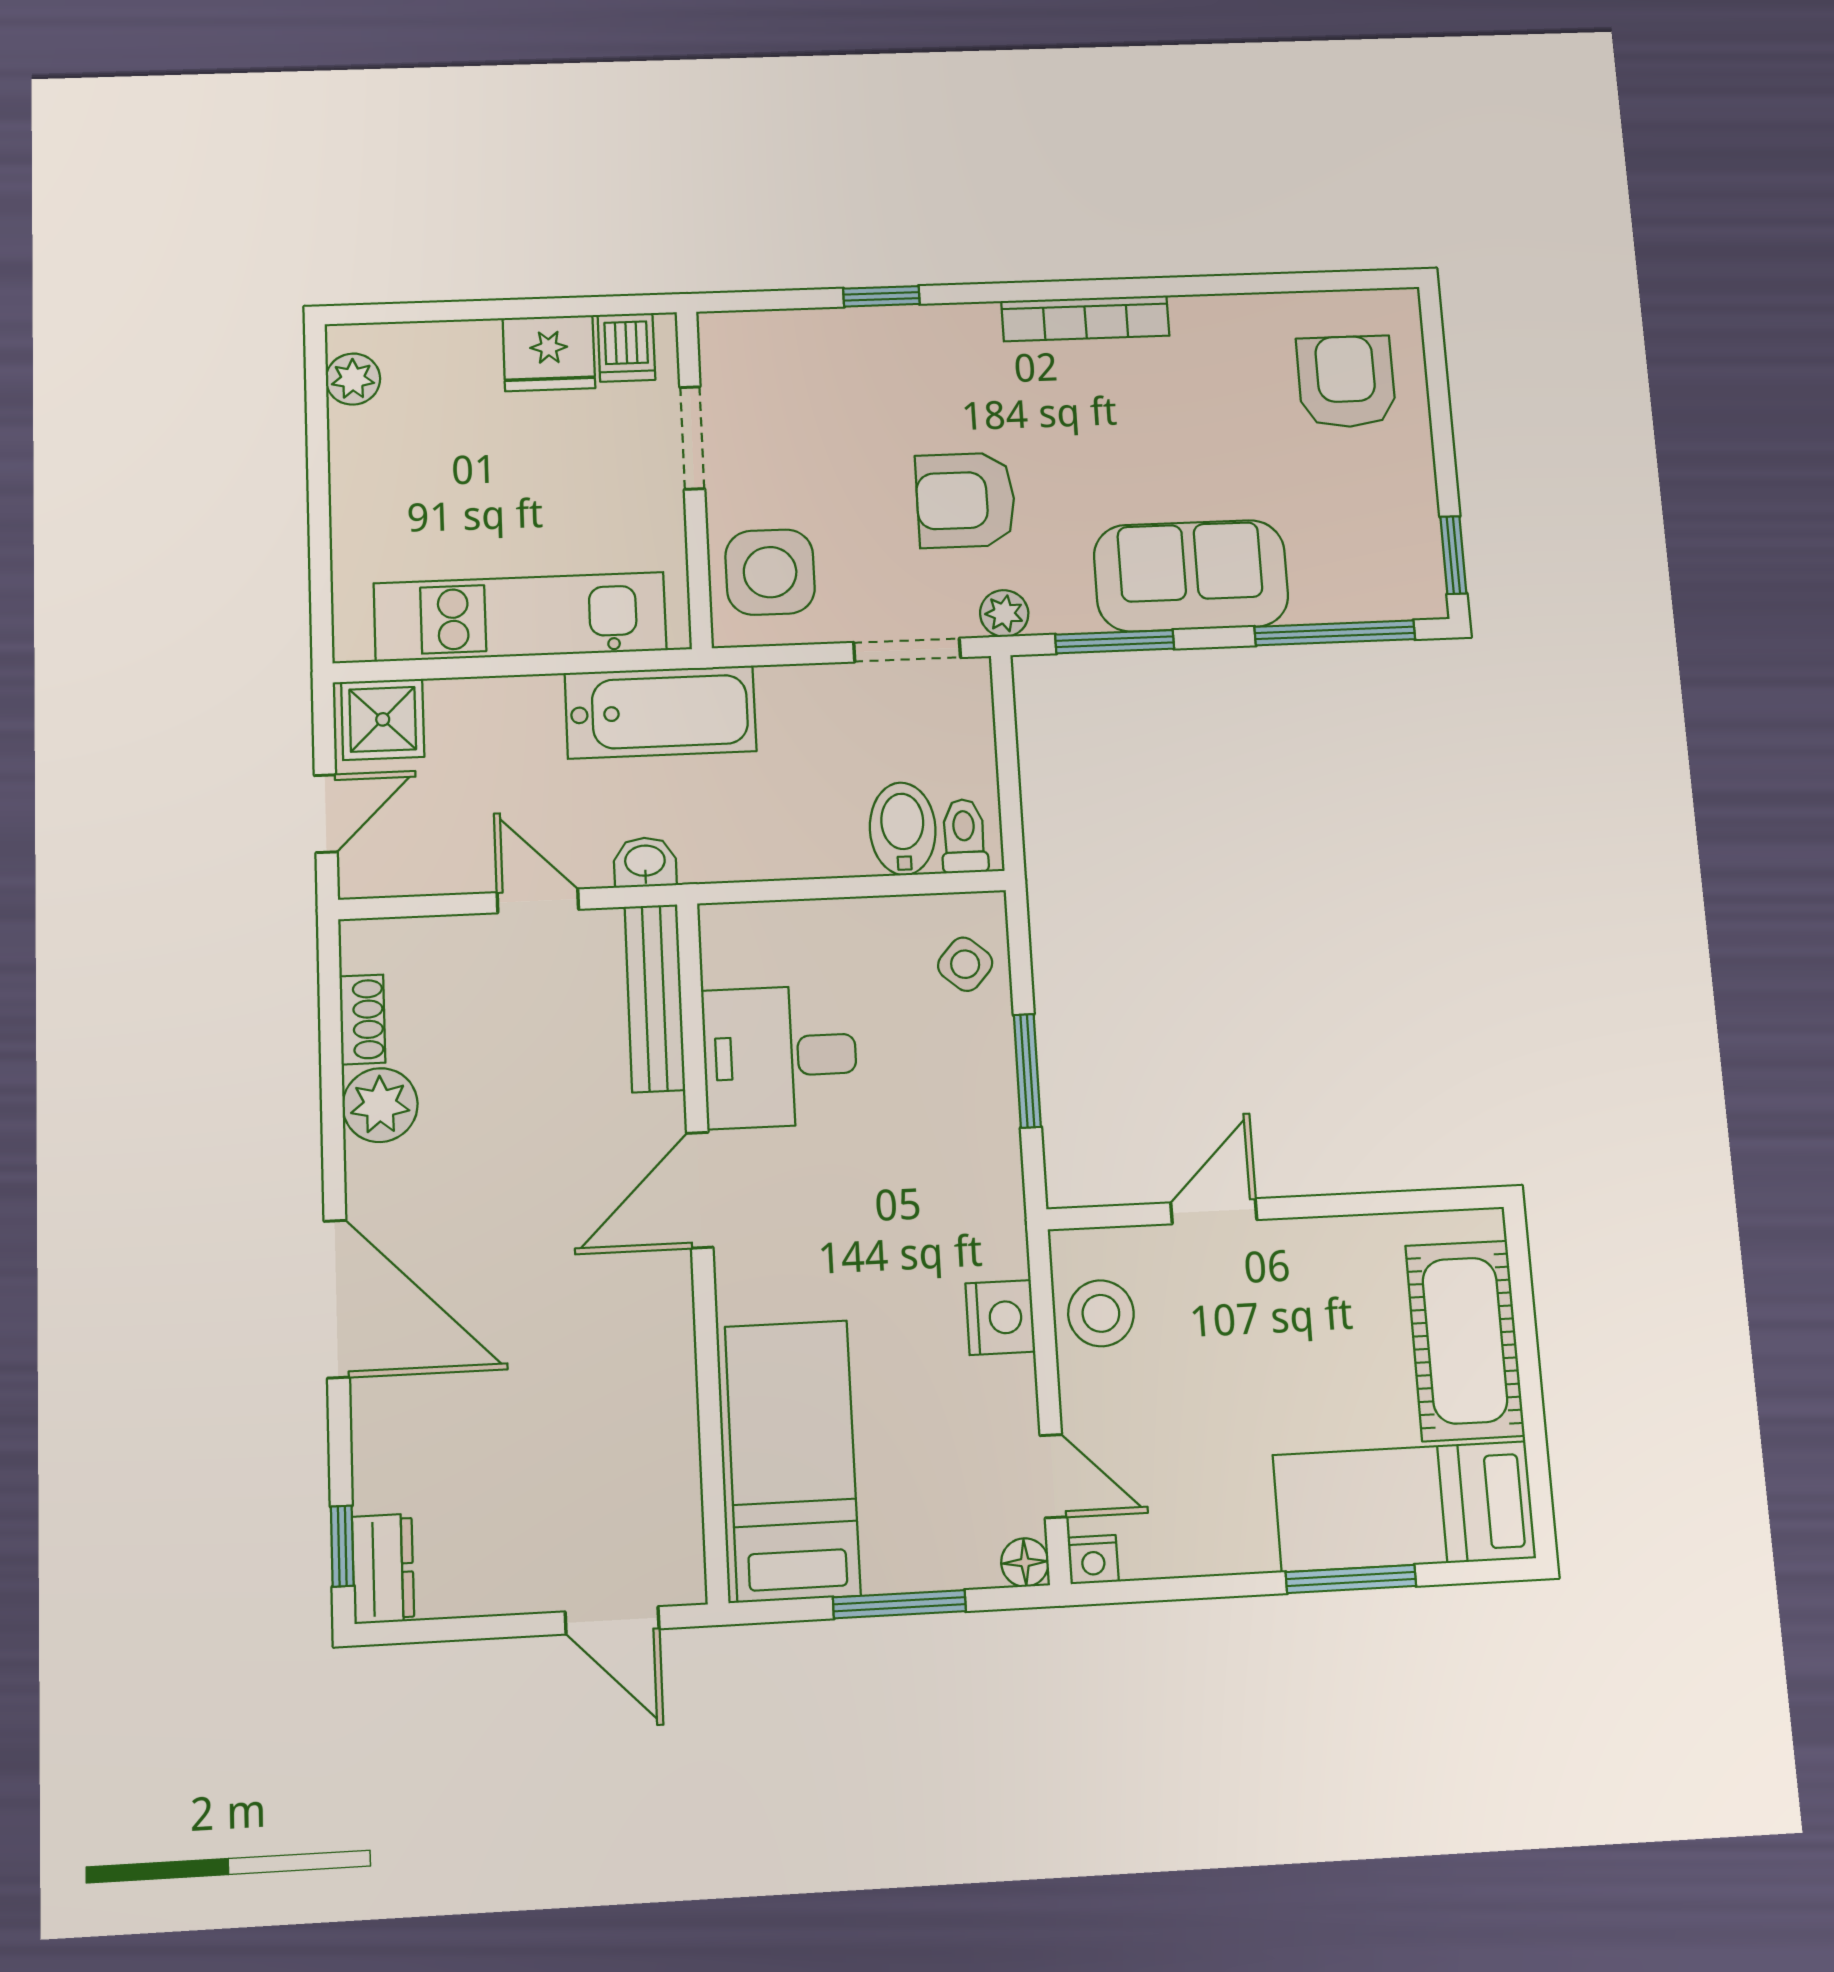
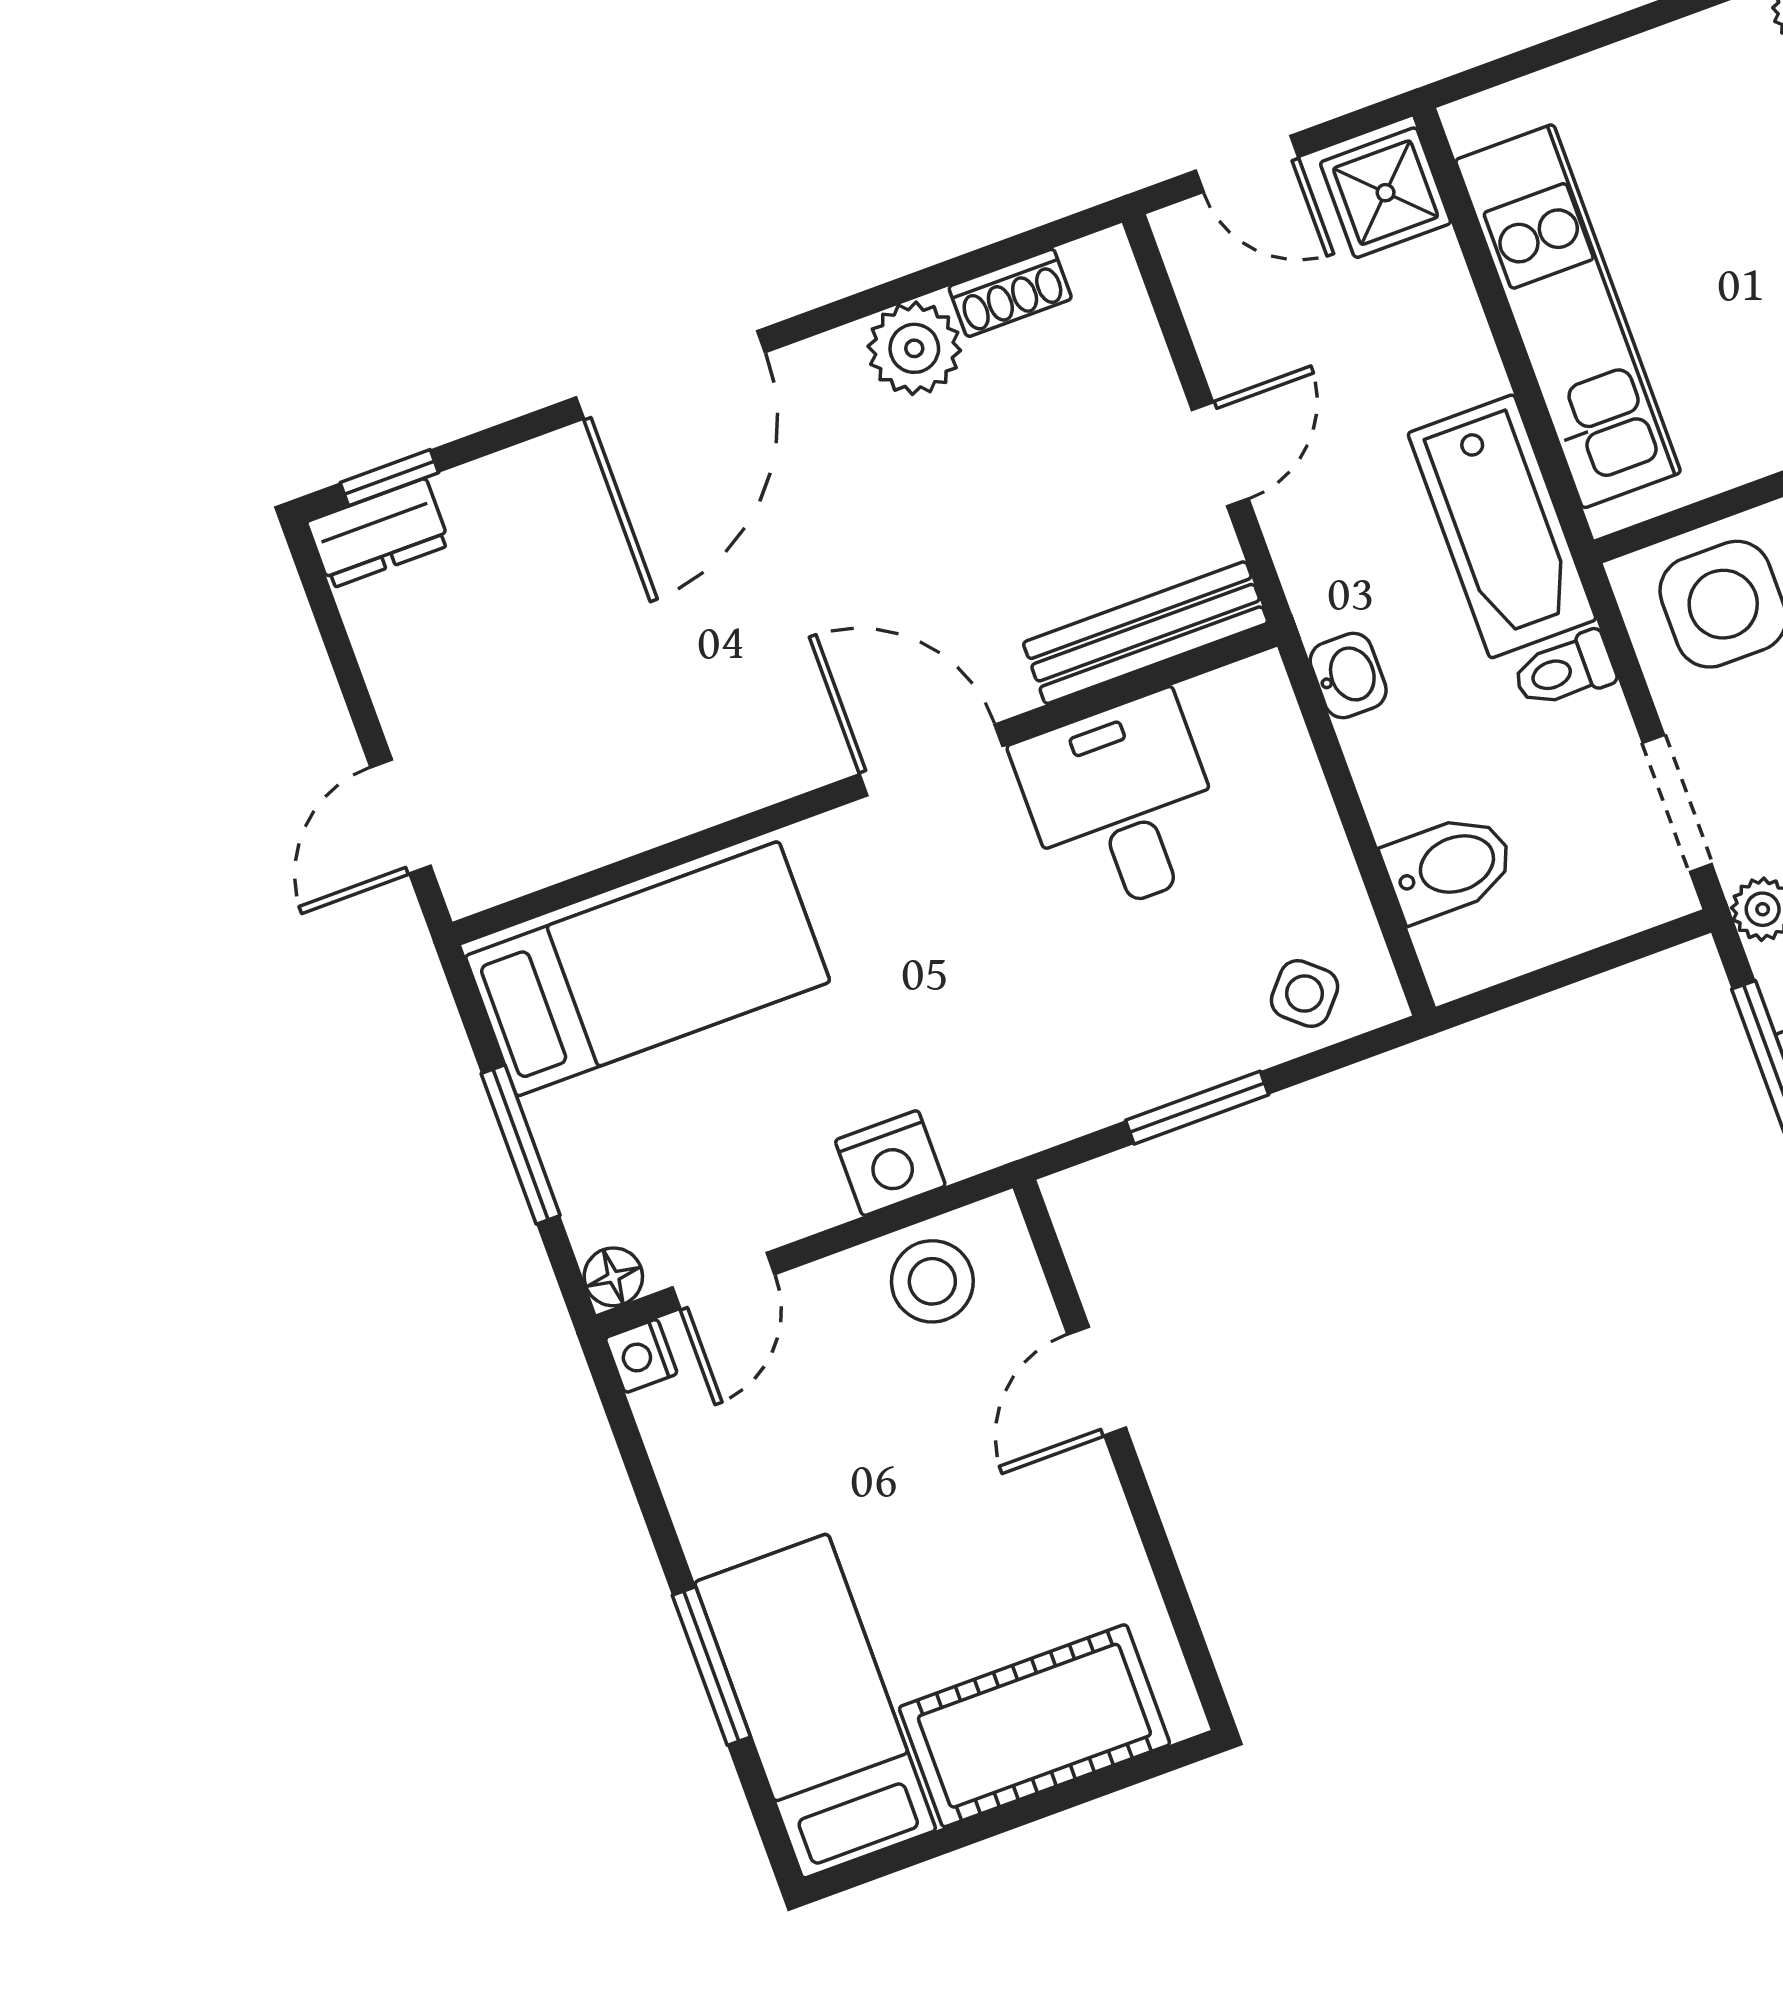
toilet: (964, 836) -> (1564, 670), moved, turned 180
washbasin: (645, 862) -> (1348, 675), moved
door: (1214, 1211) -> (1097, 1381), swing flipped

